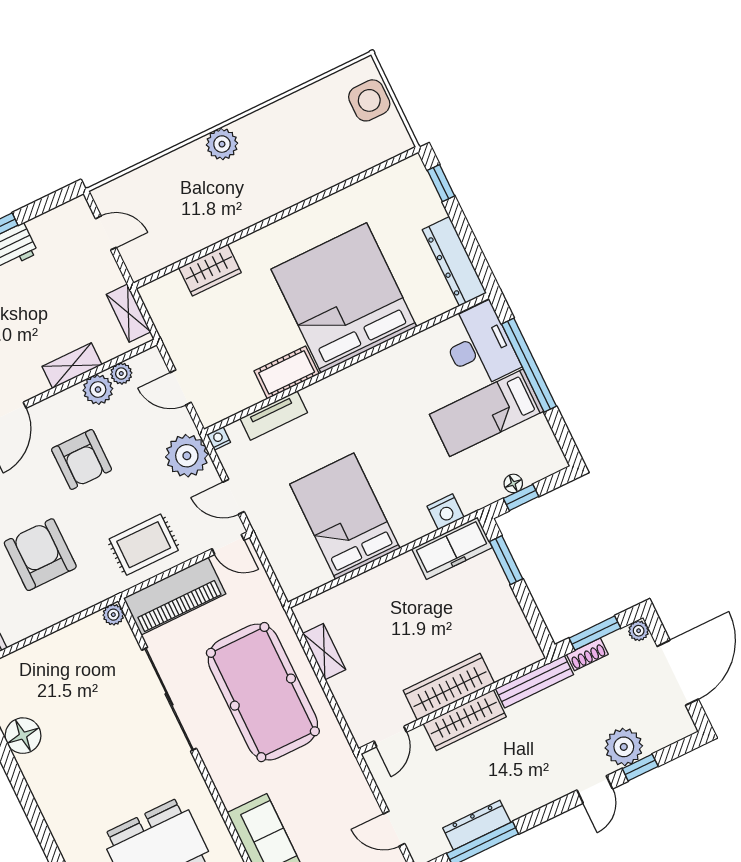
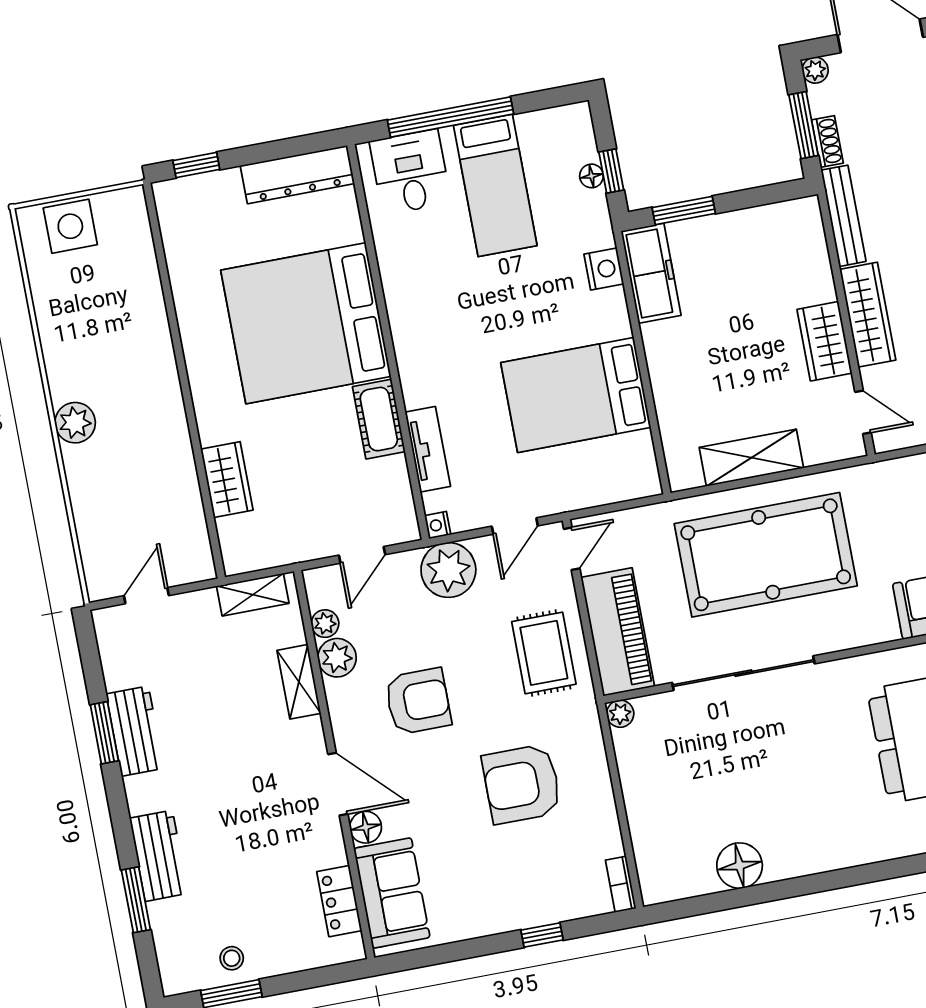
desk: (479, 346) -> (410, 172), width x0.73
shelving: (324, 652) -> (751, 458), width x1.50, depth x1.33
wardrobe: (449, 687) -> (825, 341), width x0.67

